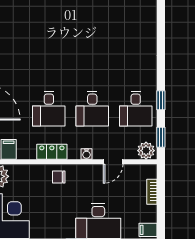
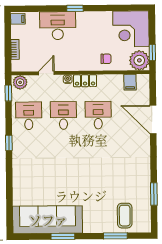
window: (161, 100) -> (9, 143), moved
locker: (52, 152) -> (85, 81), moved
chair: (59, 177) -> (106, 59), moved

